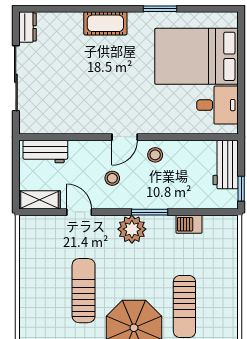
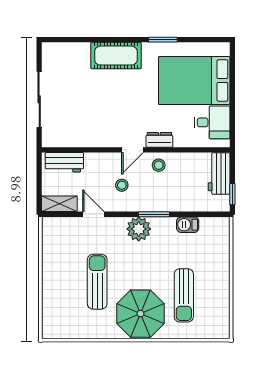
cot: (105, 23) -> (116, 56), width x1.37, depth x1.34
dresser: (28, 27) -> (159, 140), moved, turned -90

